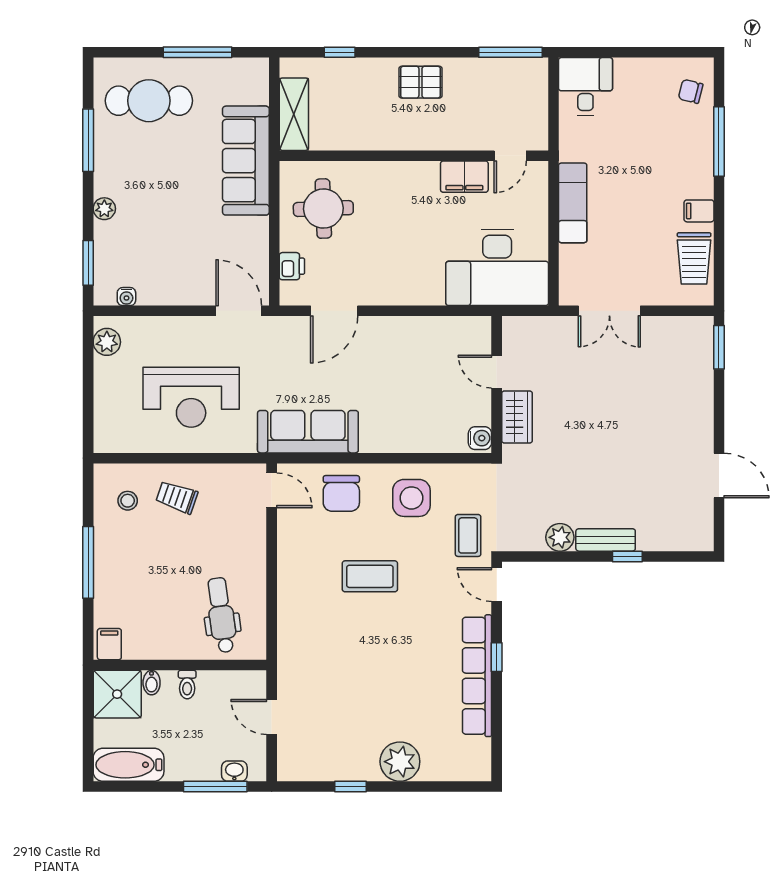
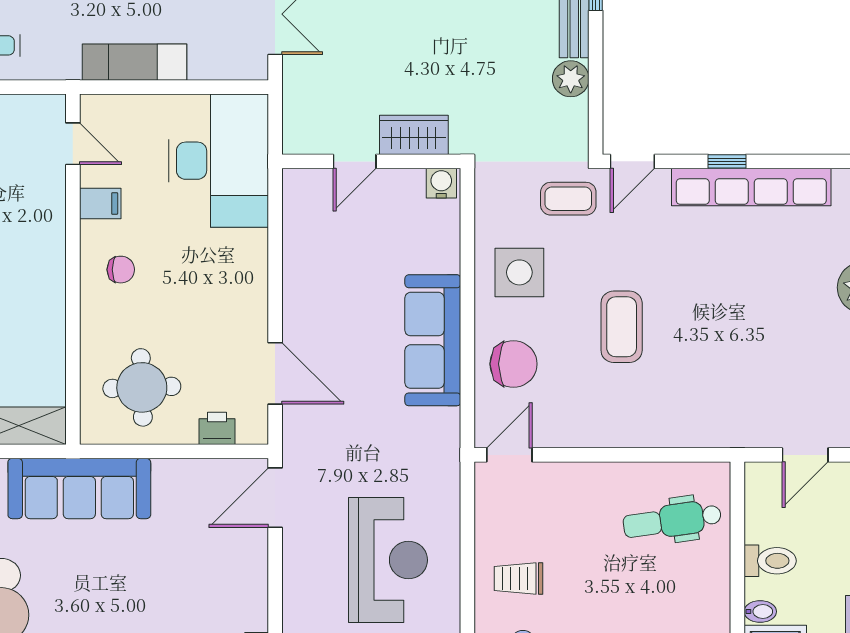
filing cabinet: (464, 177) -> (100, 203), width x0.50
chair: (414, 192) -> (121, 270), added
sofa: (308, 432) -> (433, 340), moved
trolley: (177, 497) -> (518, 579), turned 71
toilet: (187, 685) -> (770, 561), width x1.37, depth x1.39

